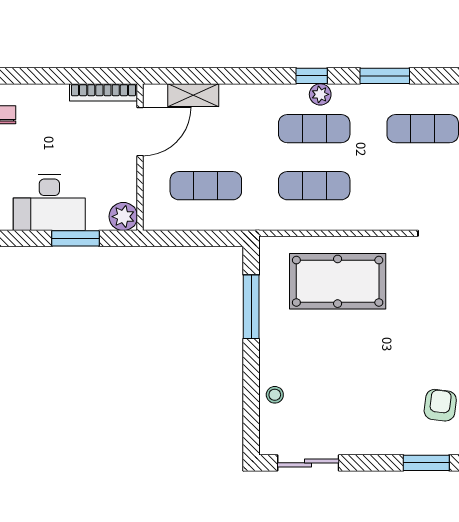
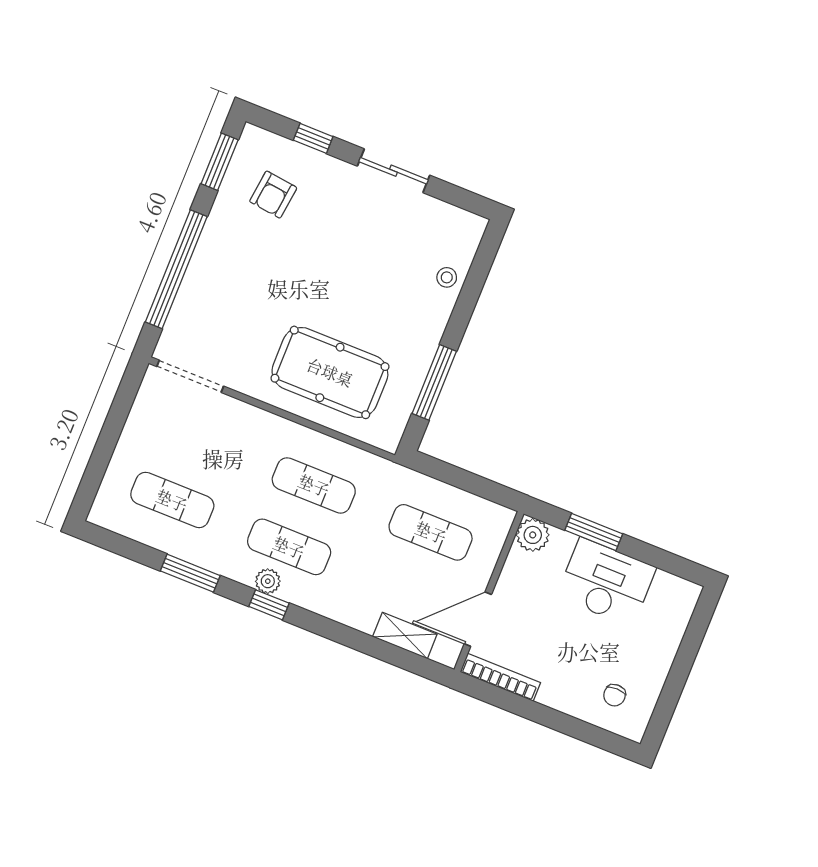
sliding door: (308, 463) -> (394, 171), moved
window: (426, 463) -> (313, 138), width x0.67

